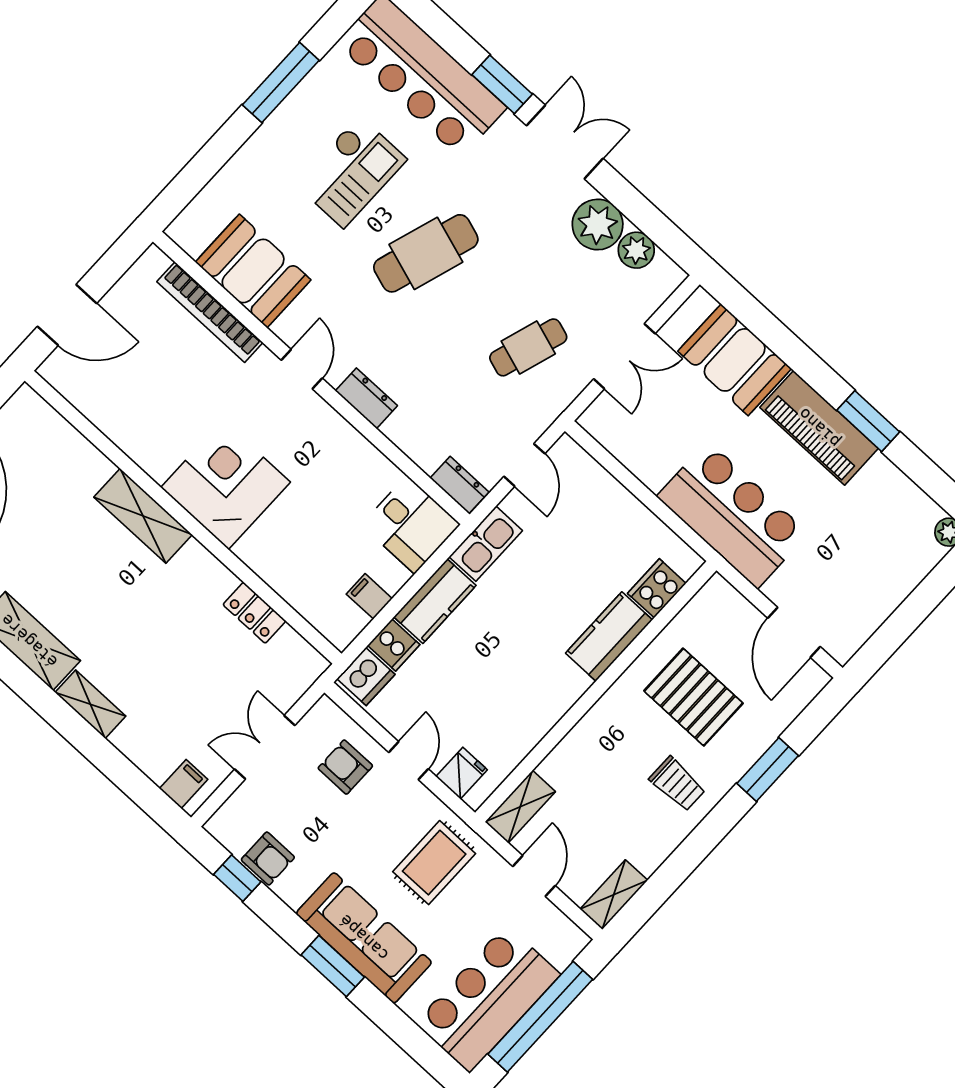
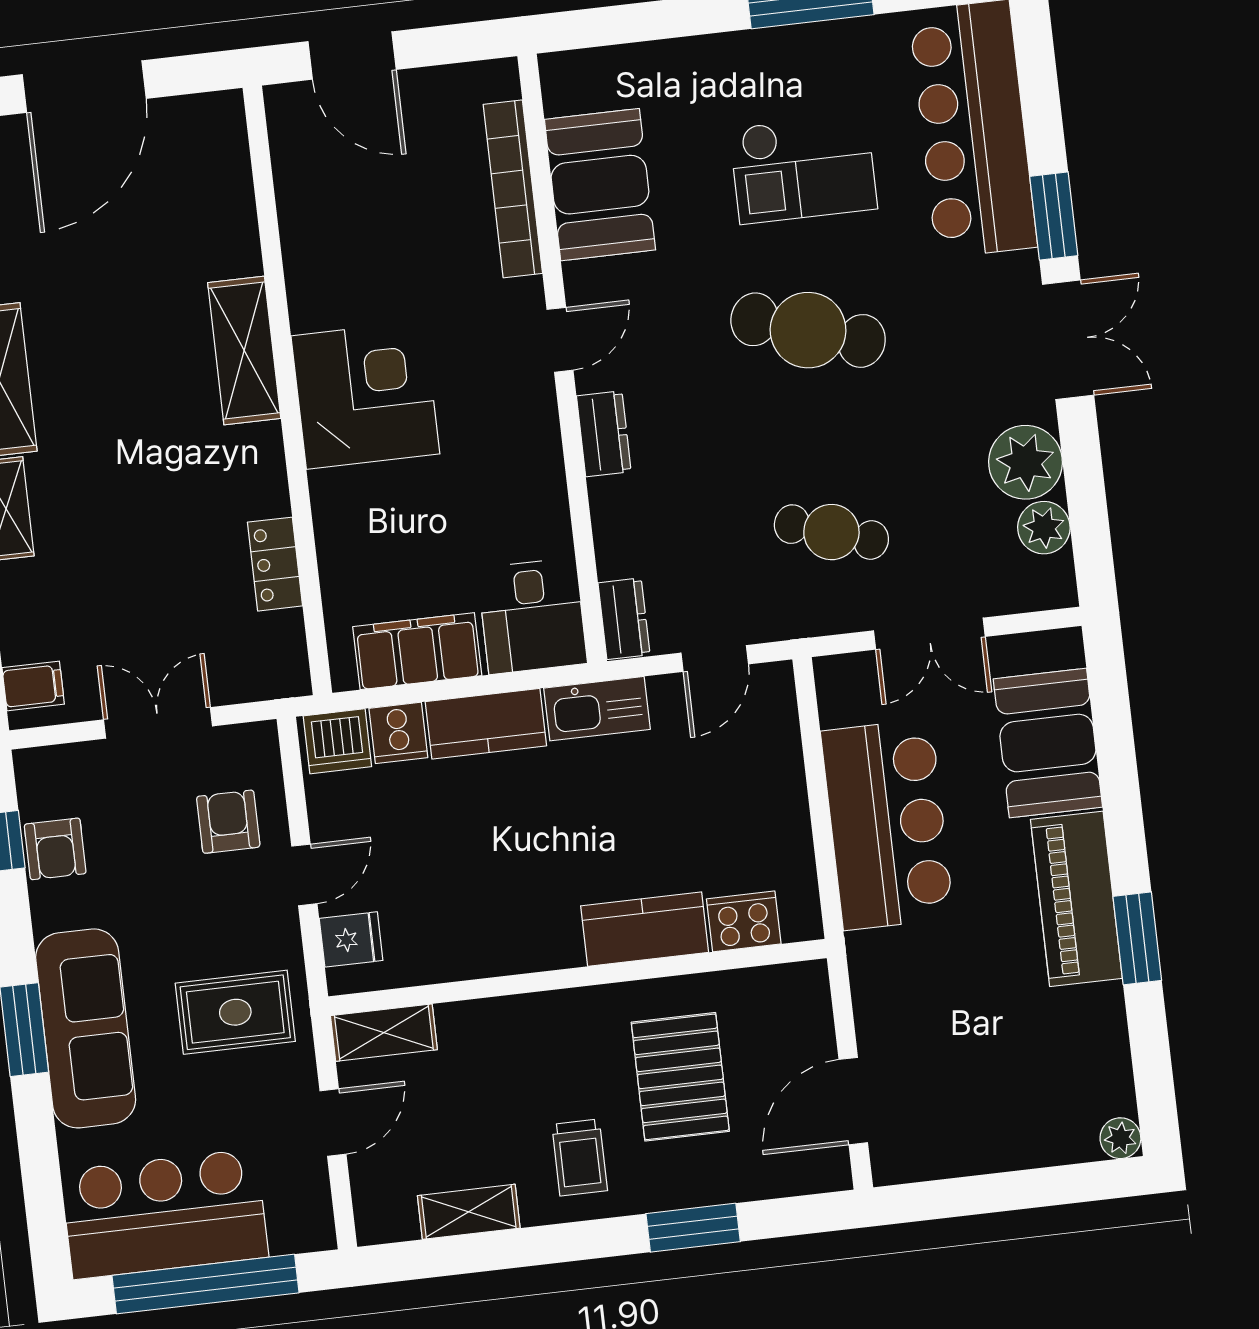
bar counter: (732, 515) -> (887, 825), moved
filing cabinet: (369, 596) -> (417, 651), width x3.00, depth x1.17
shelving: (614, 895) -> (469, 1212), moved

